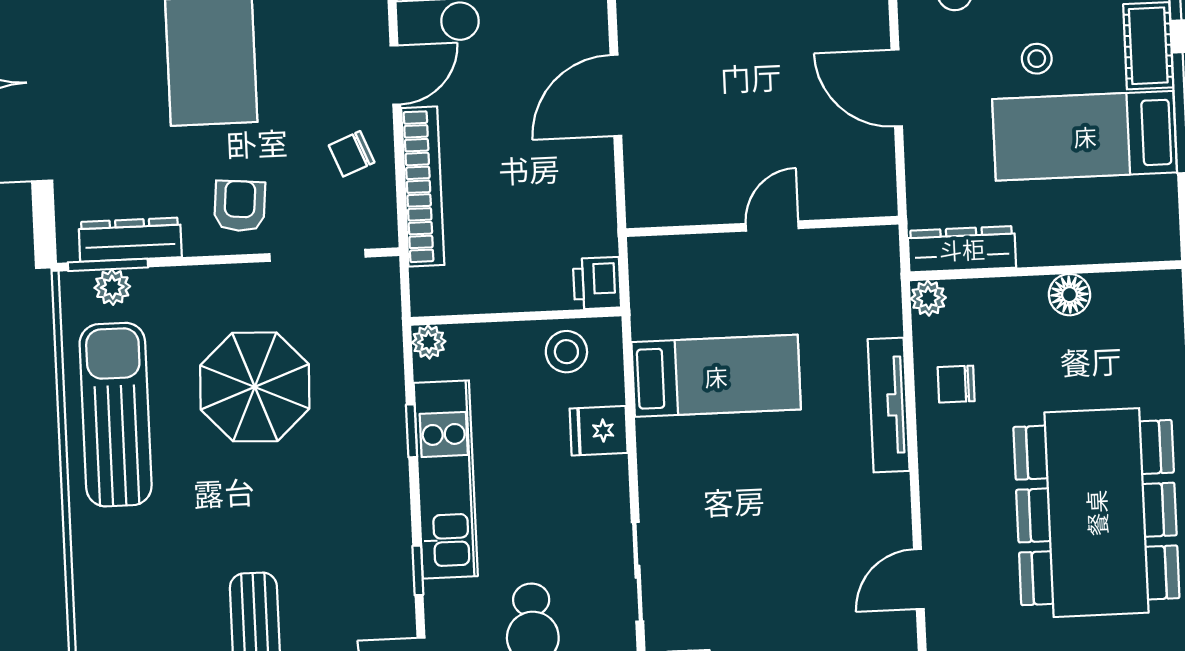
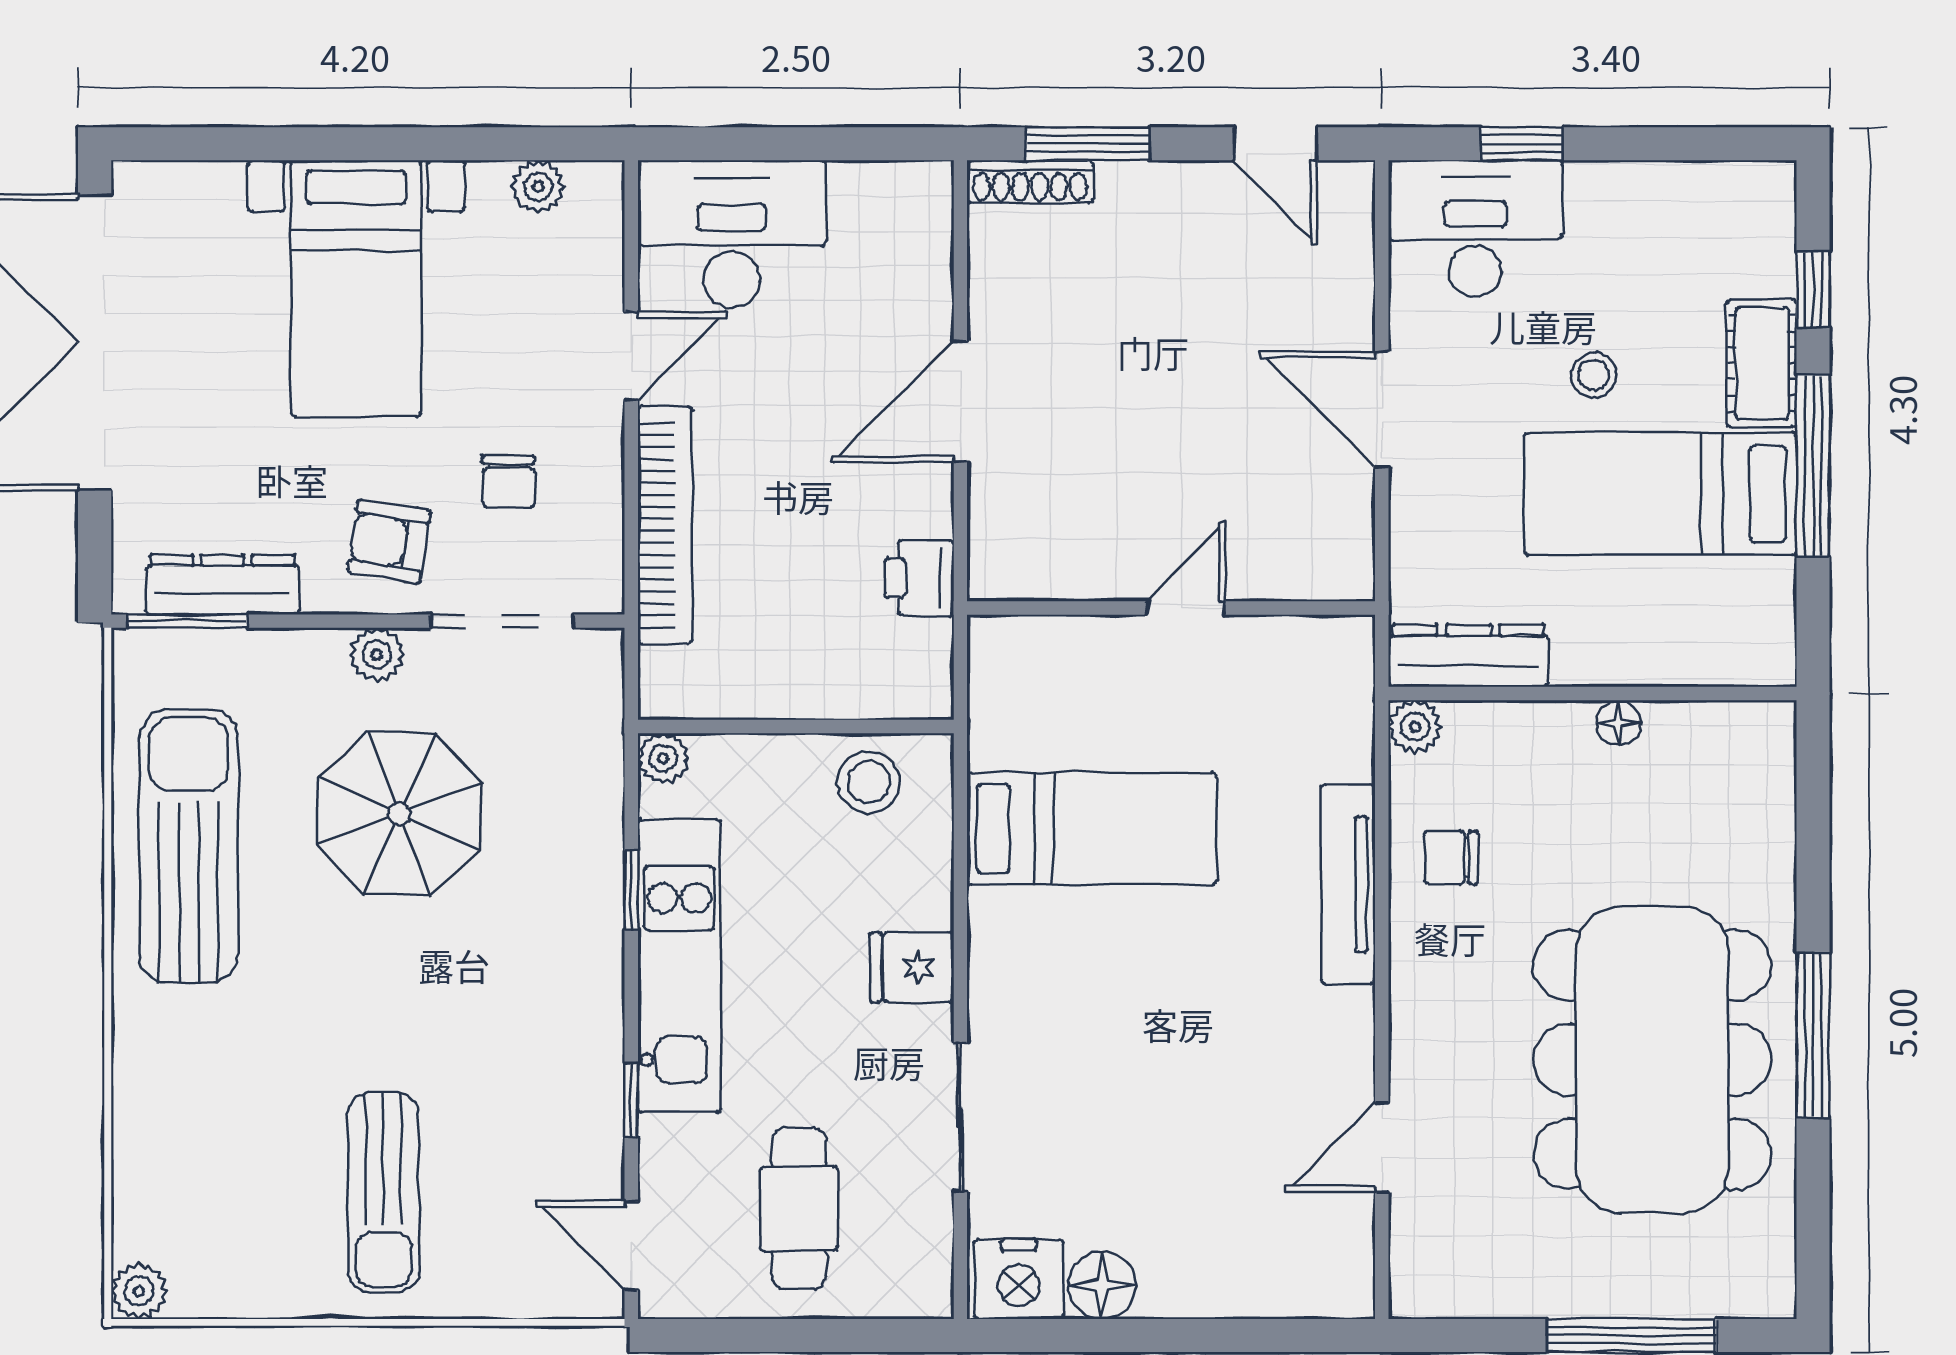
chair: (352, 154) -> (508, 481), moved, turned -68
armchair: (240, 206) -> (389, 542), turned -86
printer: (597, 283) -> (919, 578), moved
plant: (112, 287) -> (377, 655), moved
floor lamp: (1069, 295) -> (1618, 723), width x0.73, depth x0.73
fridge: (599, 431) -> (912, 967), moved

